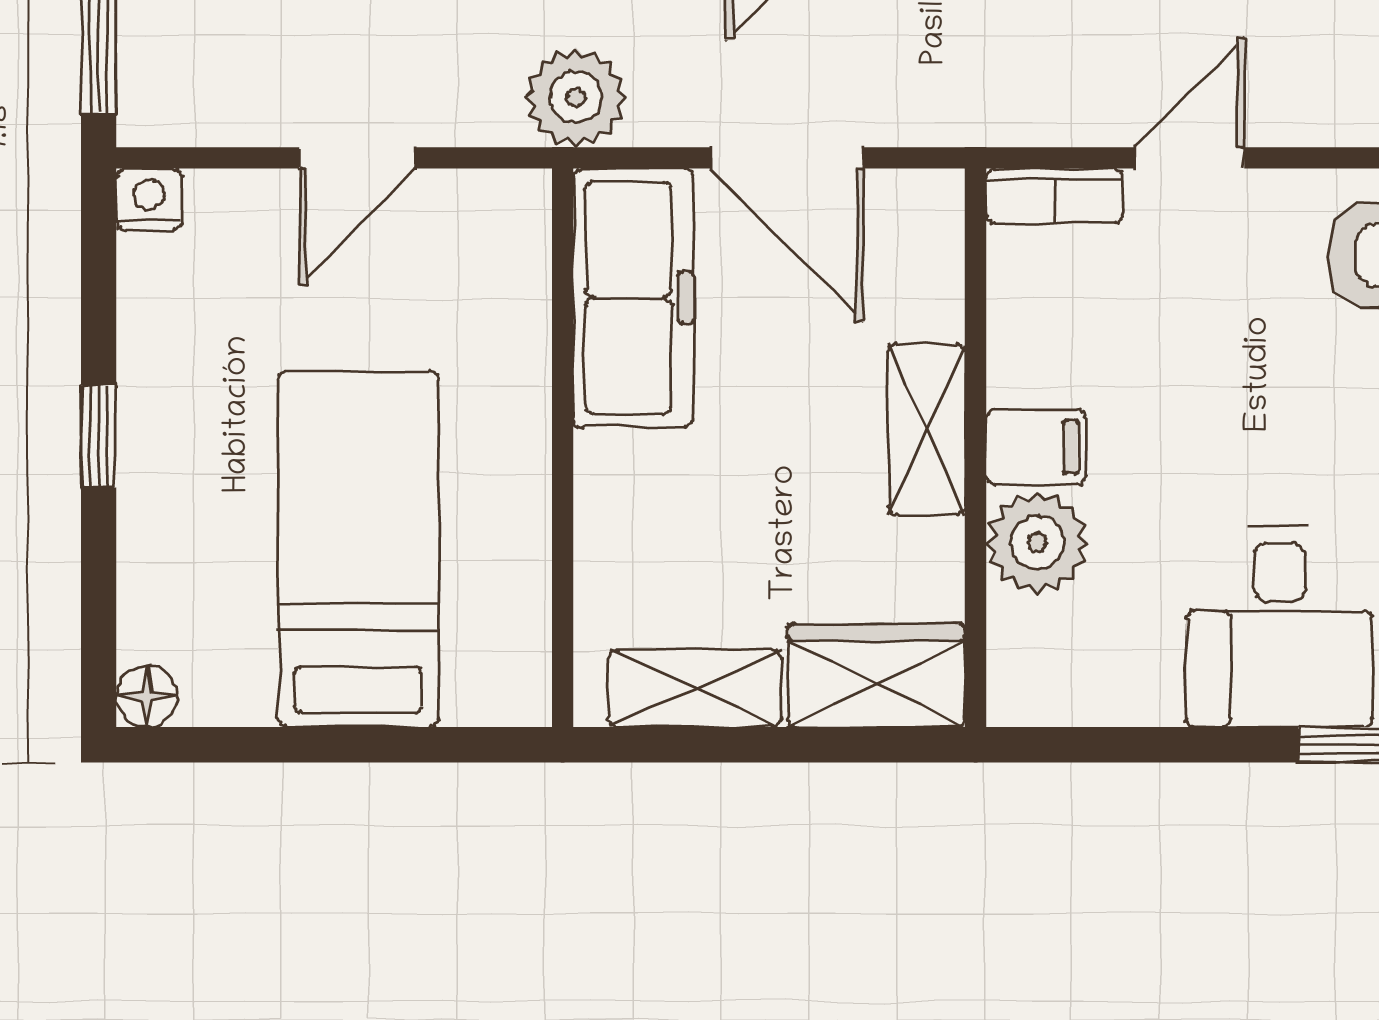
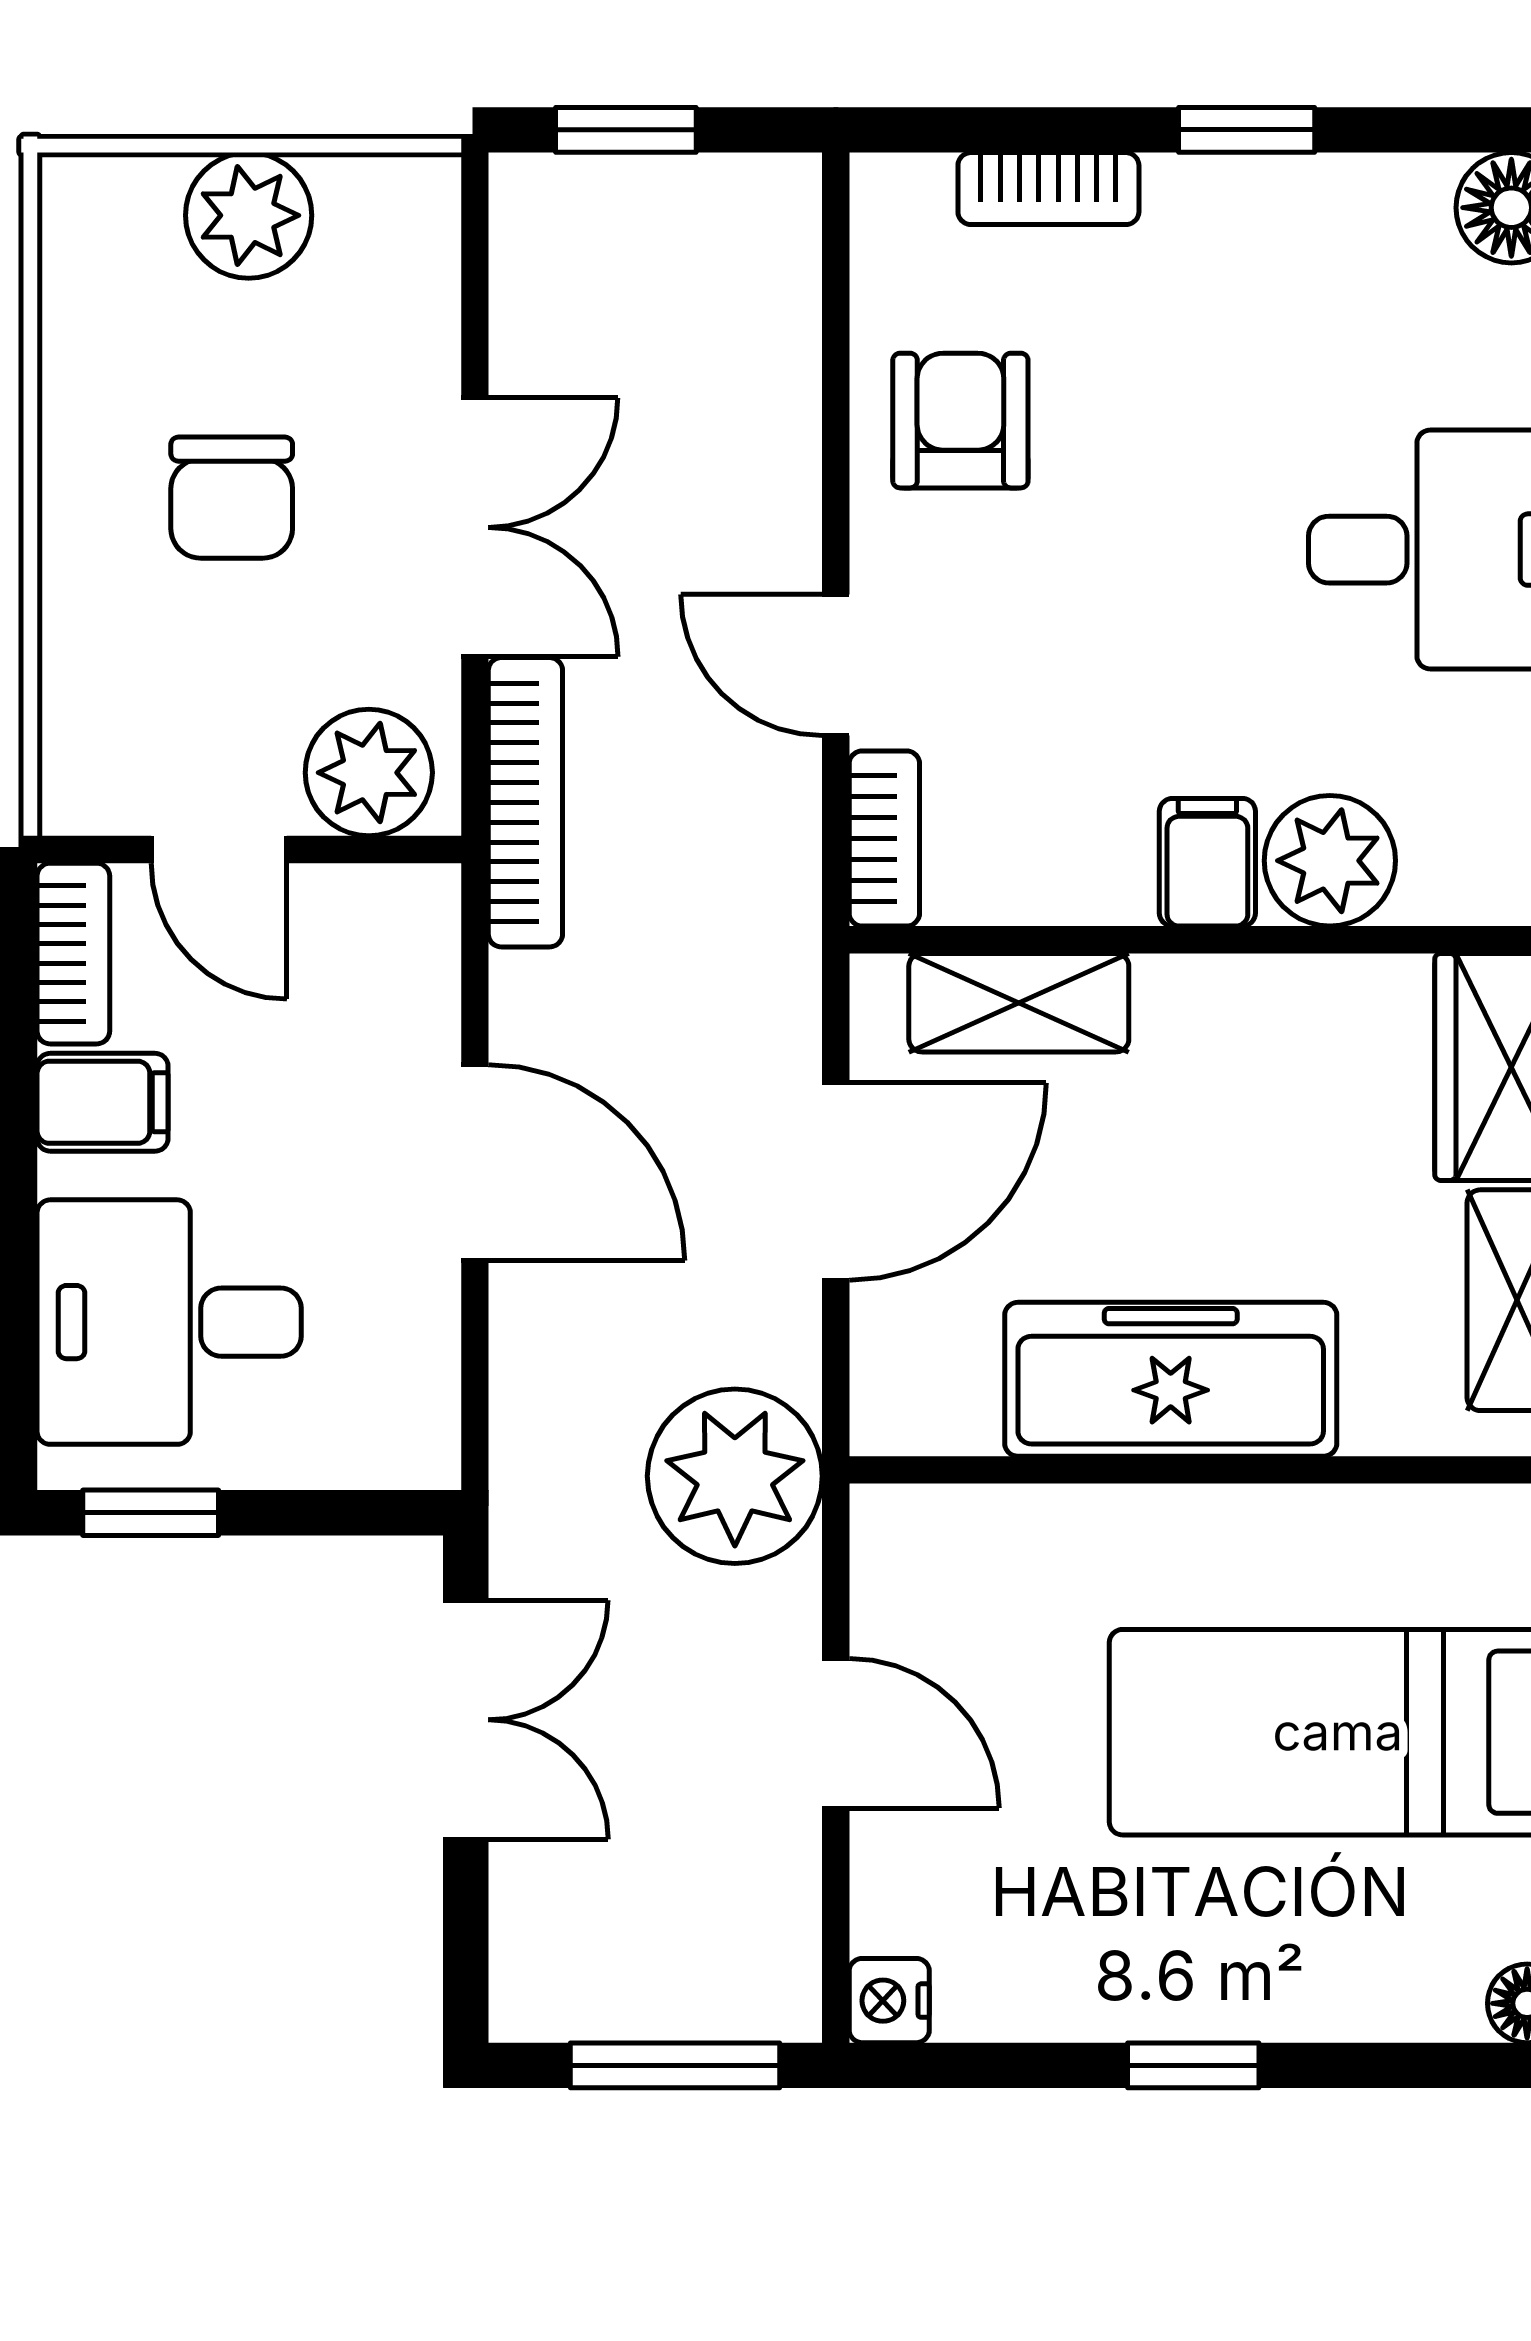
plant: (576, 97) -> (735, 1476), width x1.36, depth x1.36
freezer: (633, 298) -> (1171, 1379), moved
shelving: (926, 429) -> (1019, 1003), moved

